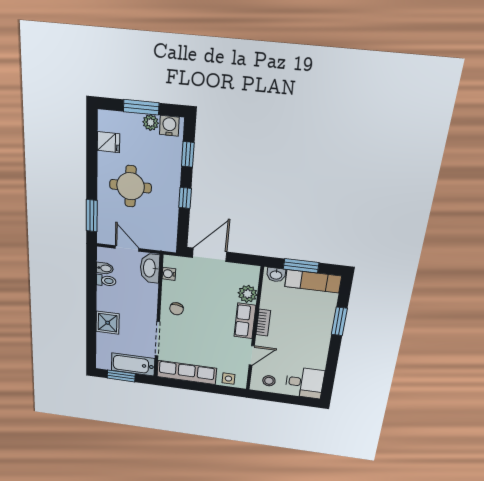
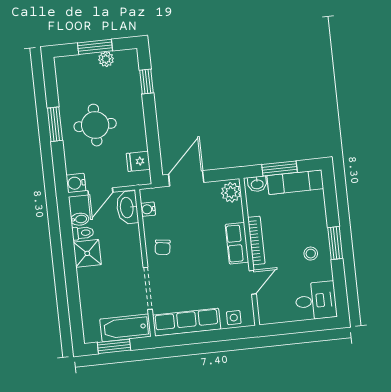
water cooler: (169, 126) -> (76, 183), moved, turned -90
fridge: (108, 142) -> (138, 161), moved, turned 180
window: (185, 198) -> (151, 125), removed
window: (92, 216) -> (55, 124), moved
door: (127, 248) -> (100, 191), swing flipped
plant: (248, 294) -> (231, 192), moved
window: (339, 321) -> (335, 243), moved
shower: (108, 323) -> (87, 253), moved
bookcase: (263, 323) -> (256, 240), width x1.56
stool: (269, 381) -> (311, 254), moved

